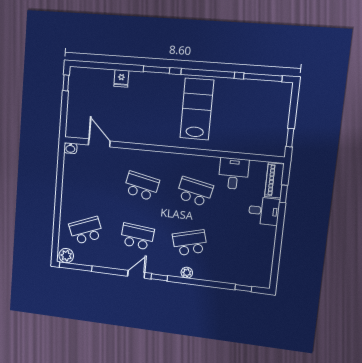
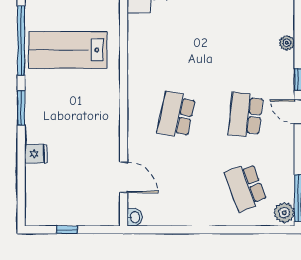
window: (66, 83) -> (67, 230), moved
door: (99, 143) -> (124, 177), swing flipped
school desk: (195, 192) -> (176, 43), removed
school desk: (190, 243) -> (246, 43), removed

